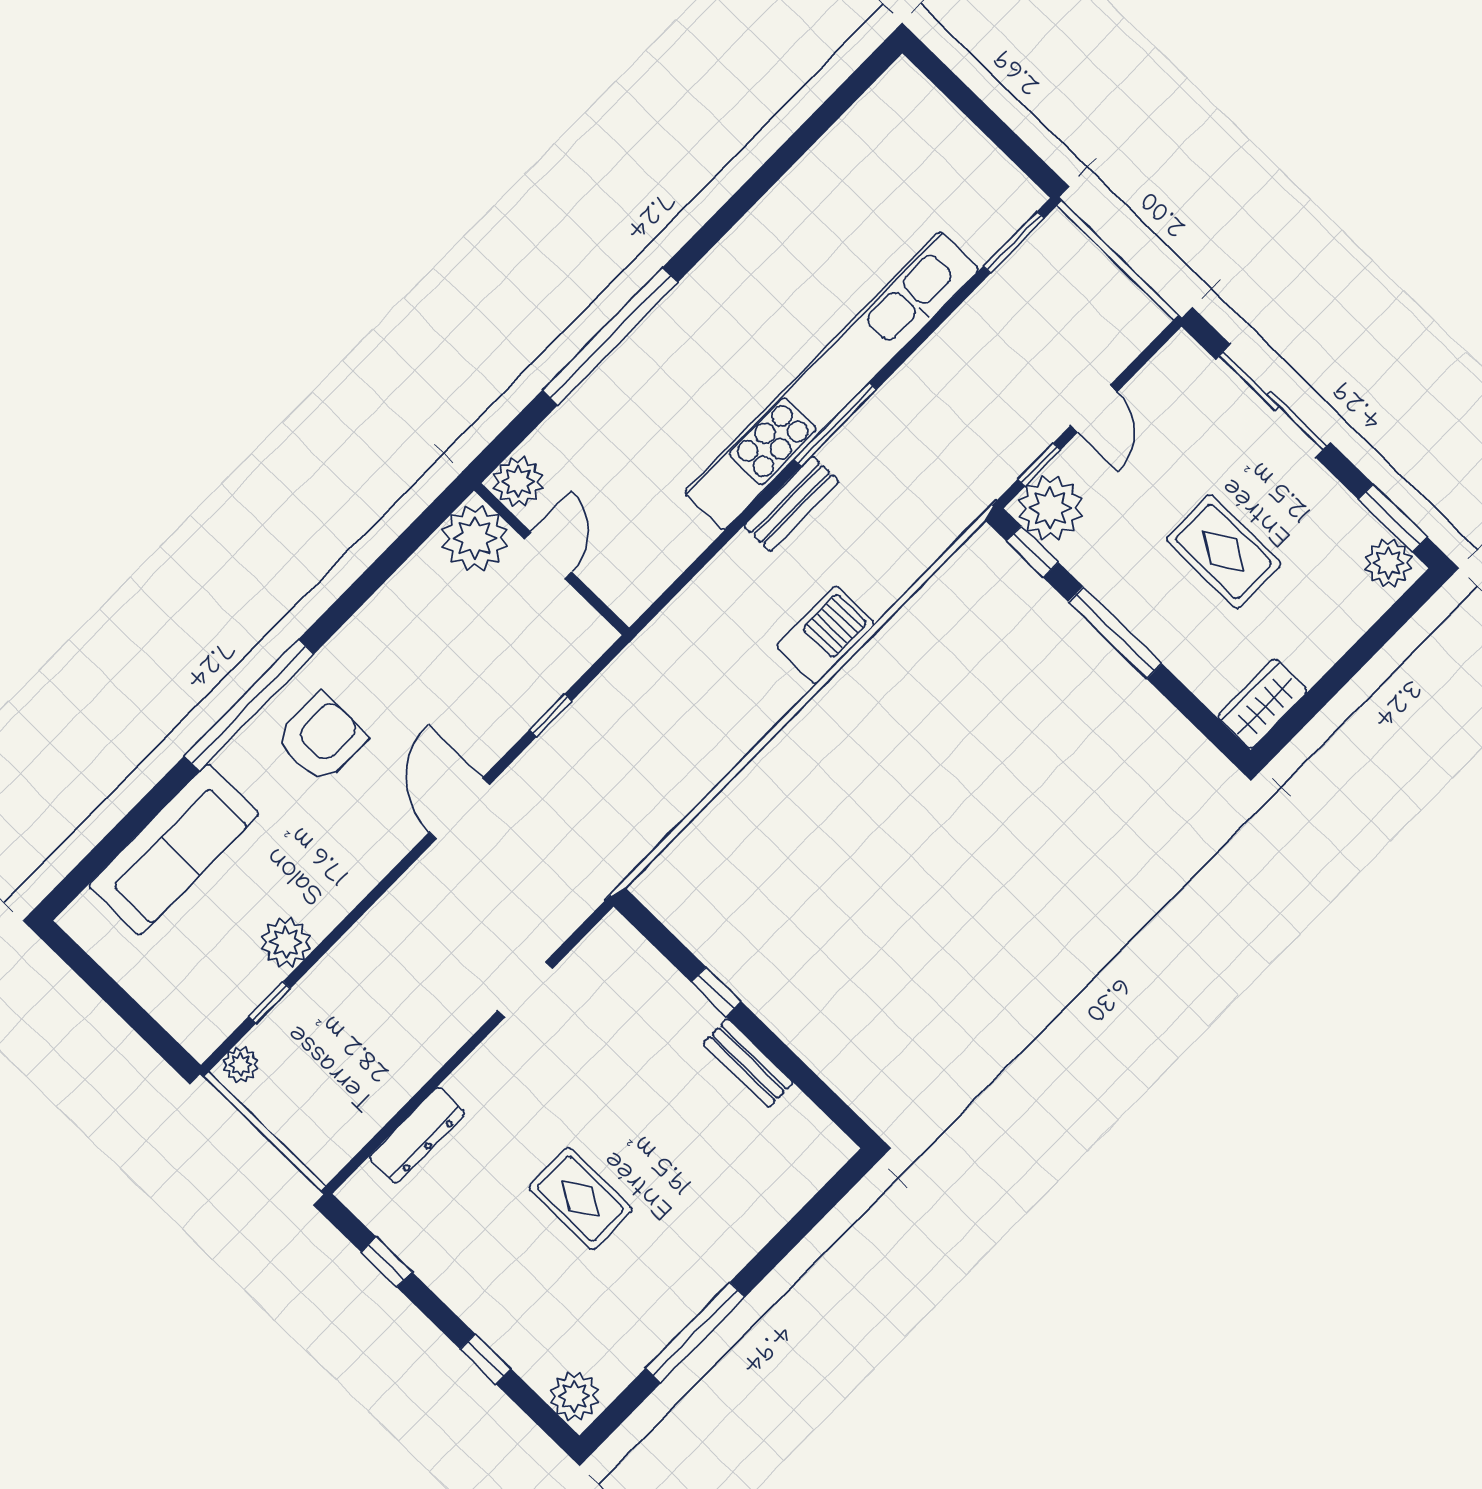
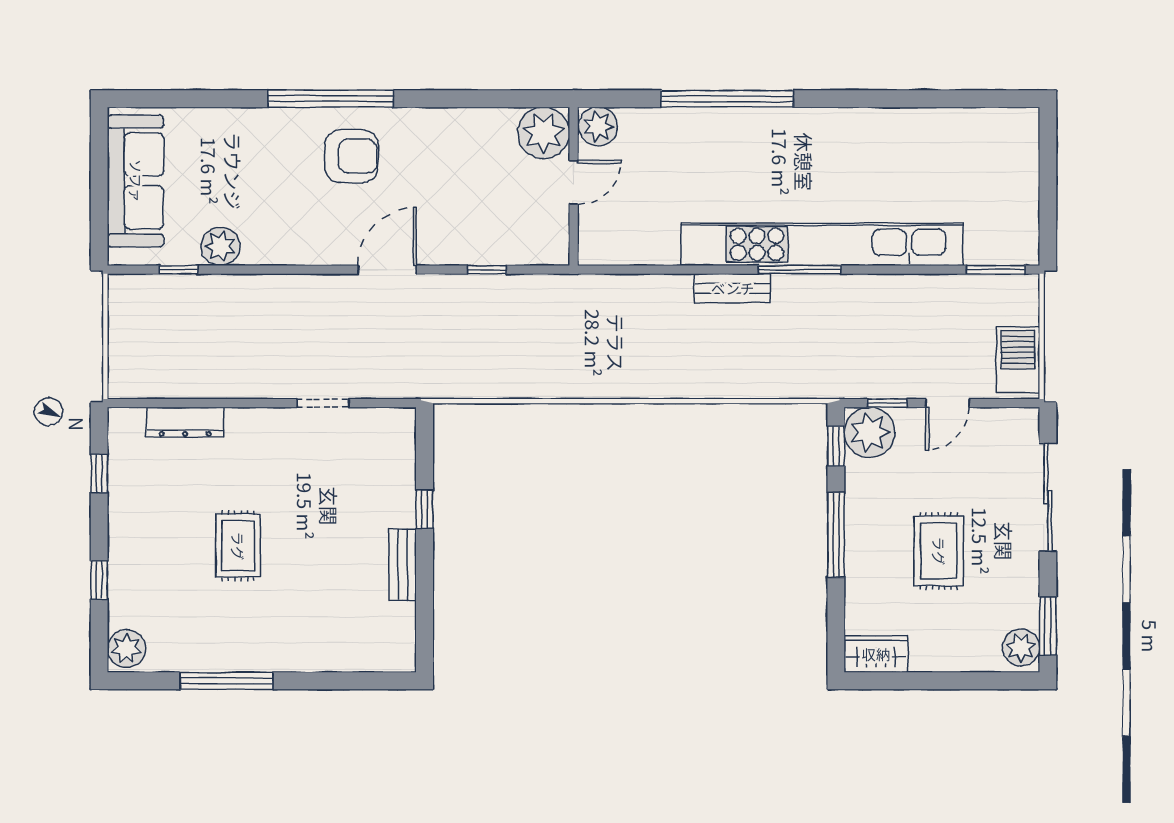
barbecue: (826, 635) -> (1018, 360), moved, turned -90
sofa: (174, 849) -> (136, 181), moved, turned -90
plant: (241, 1065) -> (129, 287), removed

